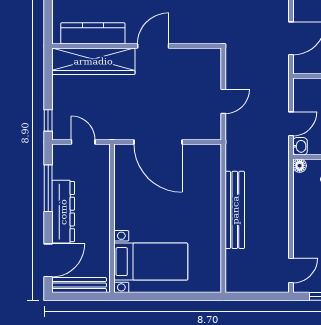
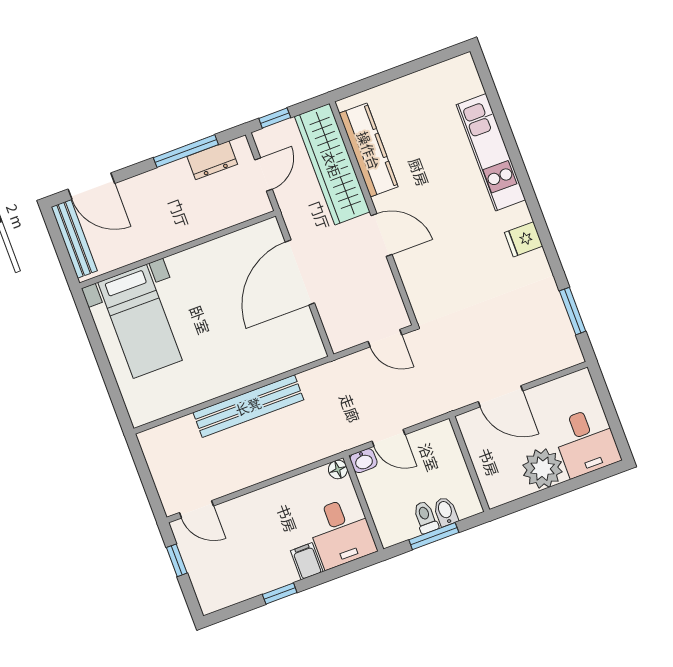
kitchen counter: (93, 33) -> (369, 150), moved
wall: (137, 46) -> (373, 213), moved
door: (153, 46) -> (381, 235), moved
wardrobe: (93, 61) -> (332, 164), moved
dresser: (63, 212) -> (212, 160), moved, width x0.51, depth x0.80

